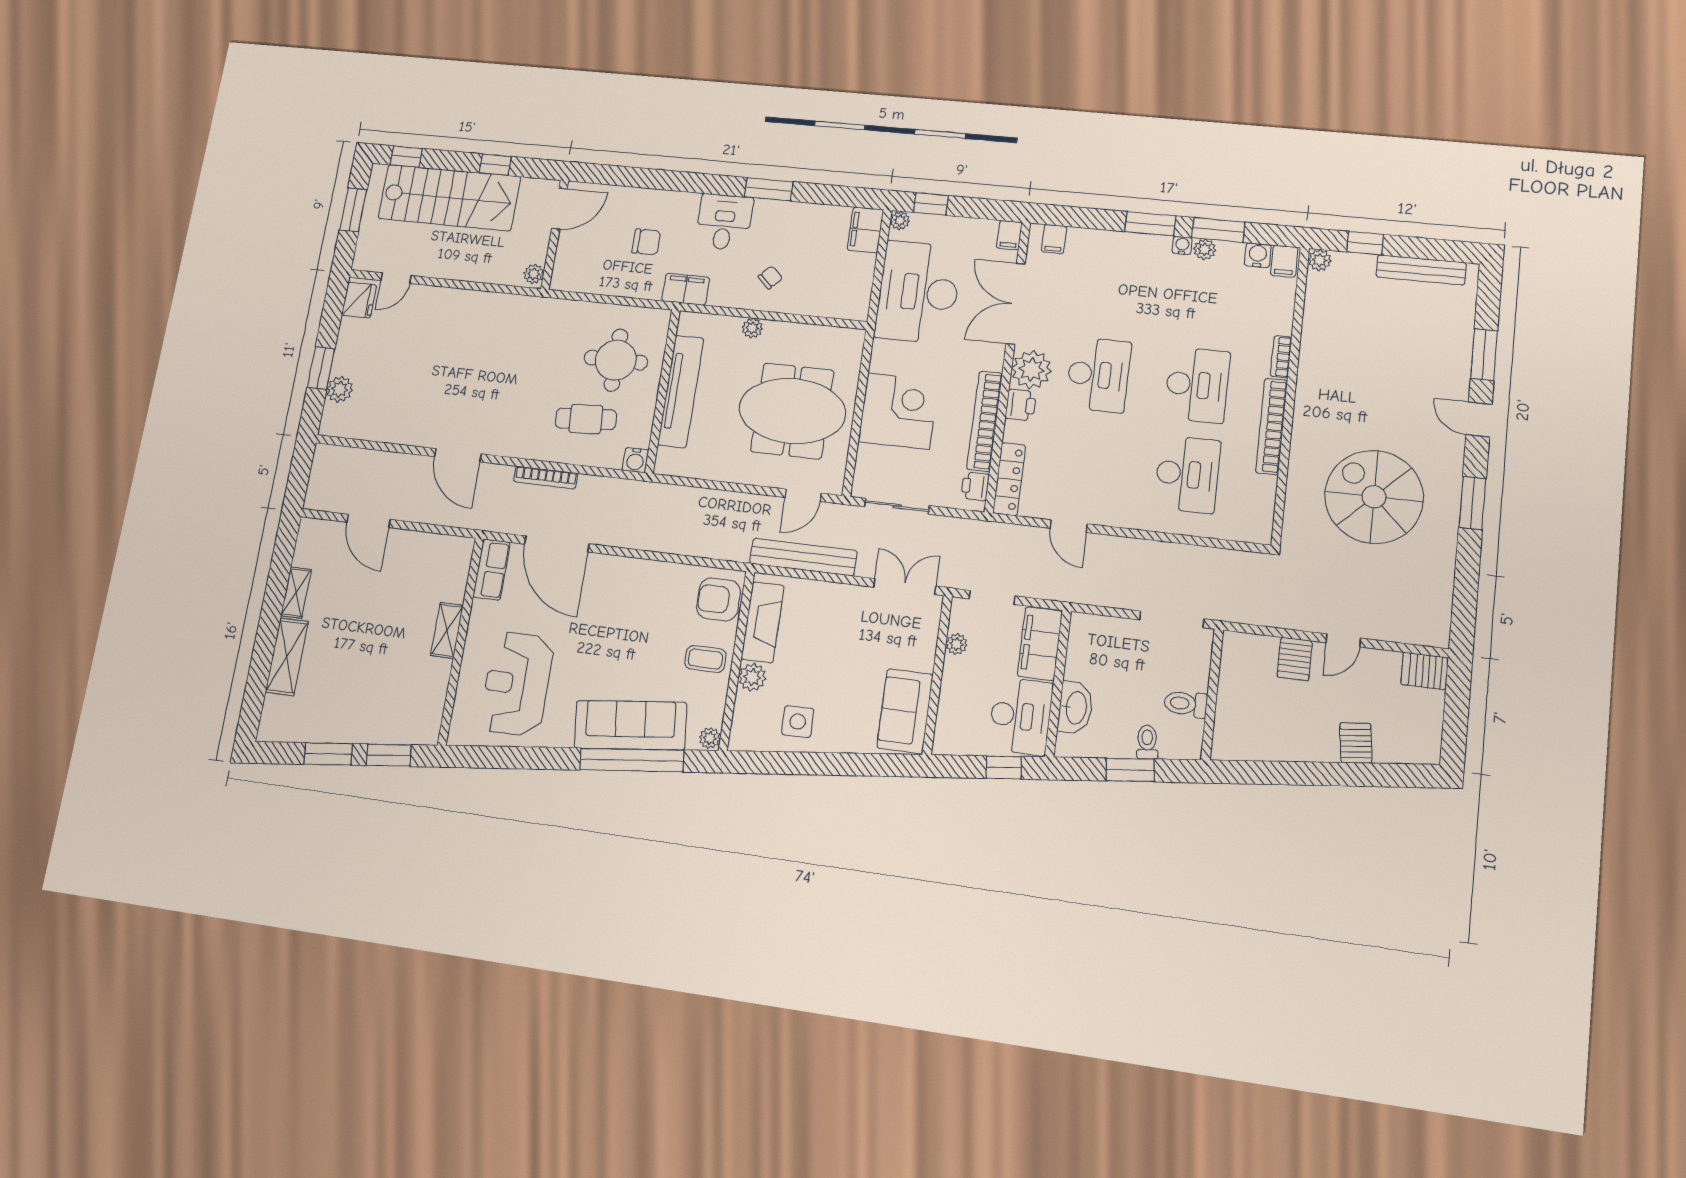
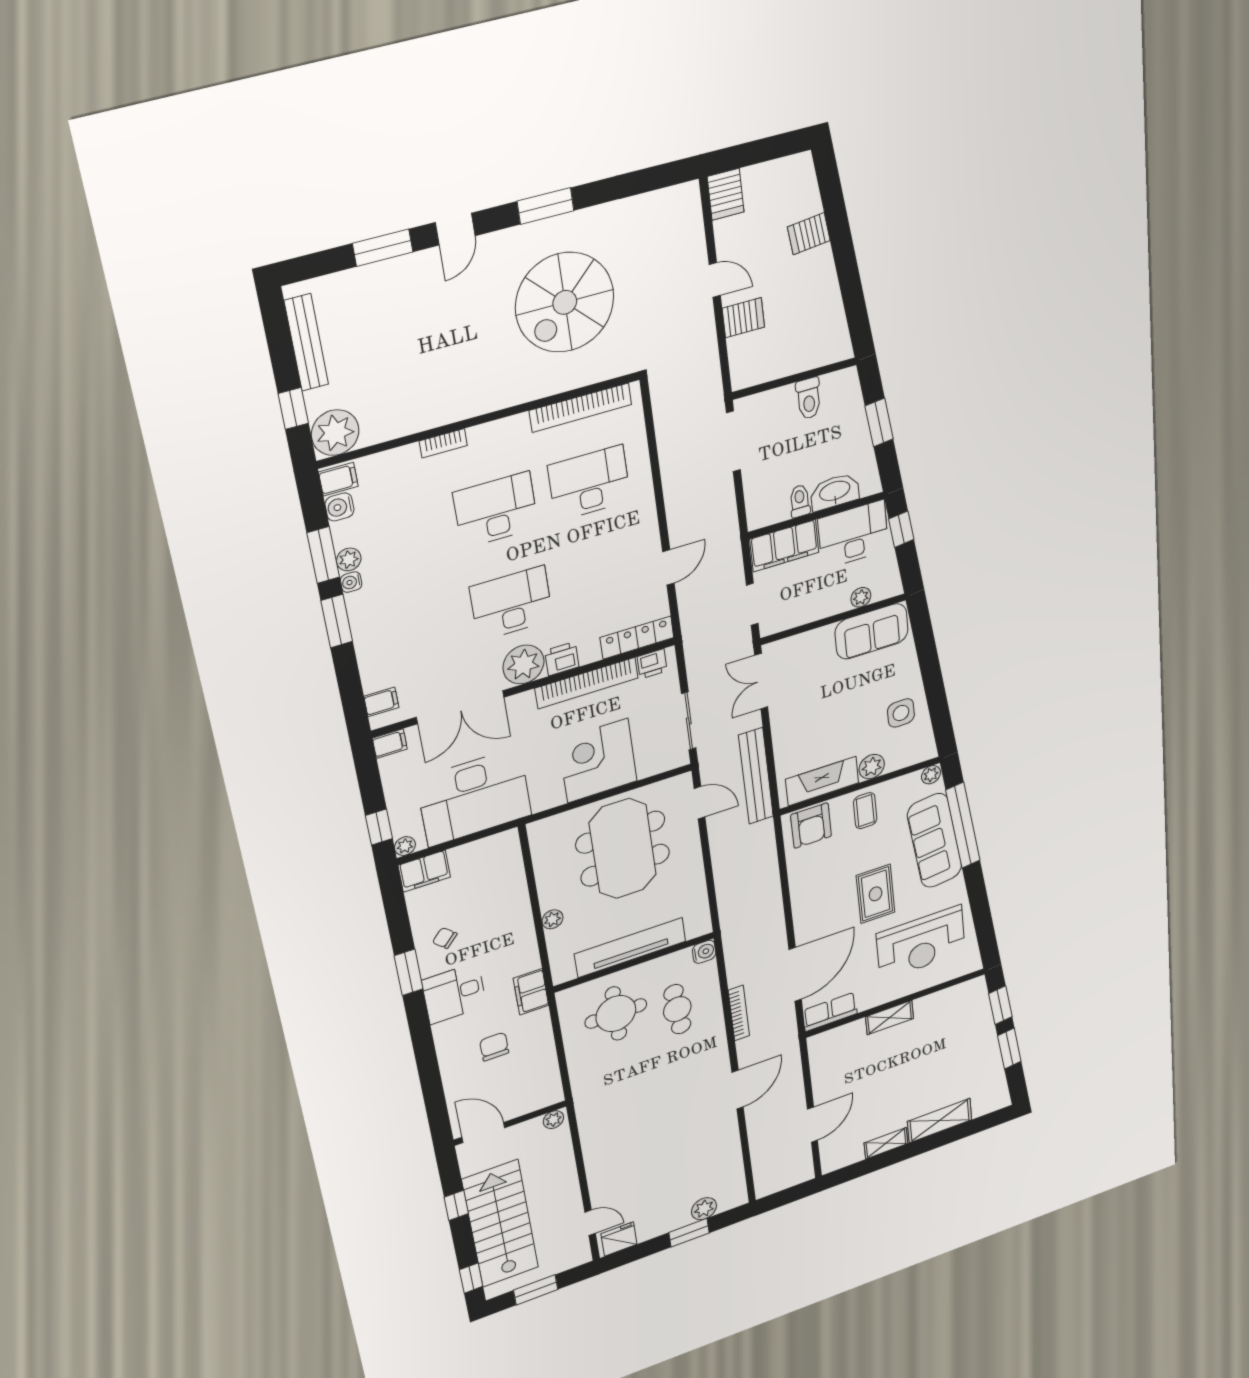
plant: (1320, 260) -> (335, 433), width x1.88, depth x1.88
chair: (770, 277) -> (445, 938), moved
bookcase: (1272, 426) -> (581, 408), moved
plant: (956, 644) -> (861, 597), moved
rug: (603, 648) -> (876, 894), added
toilet: (1147, 742) -> (800, 501), moved, turned 97

